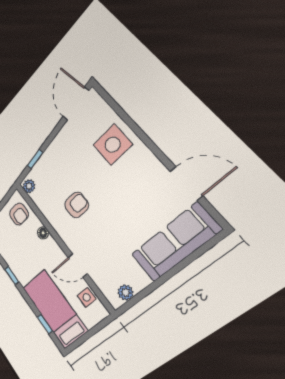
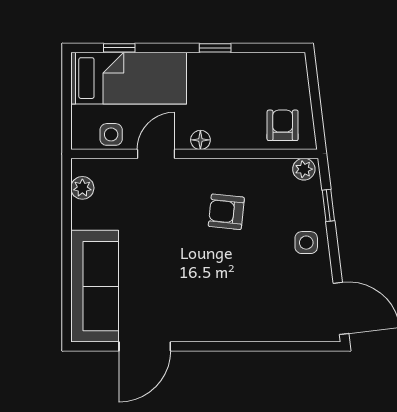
side table: (113, 145) -> (306, 243), moved, width x0.54, depth x0.54
armchair: (77, 205) -> (226, 212), turned 96
armchair: (19, 214) -> (283, 125), turned 90
floor lamp: (43, 233) -> (200, 140), moved

